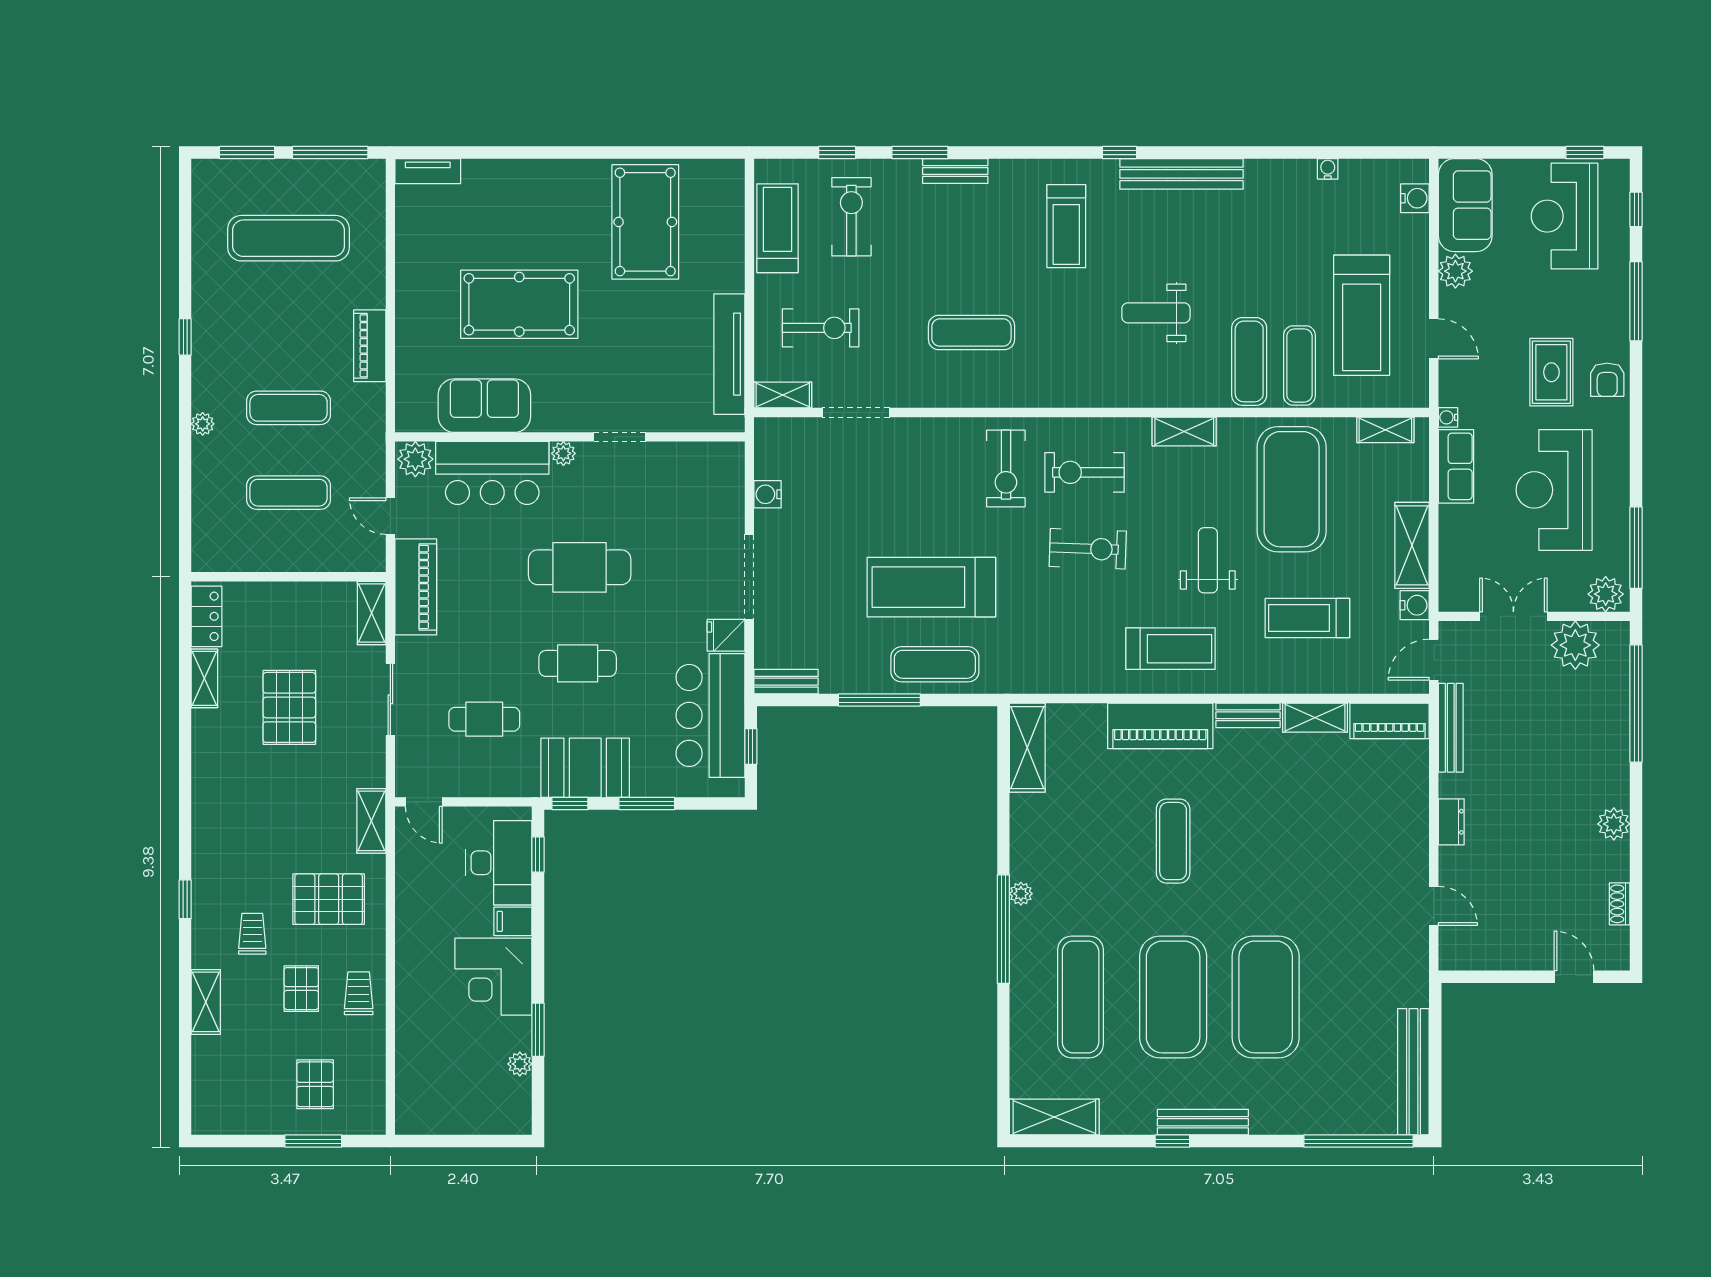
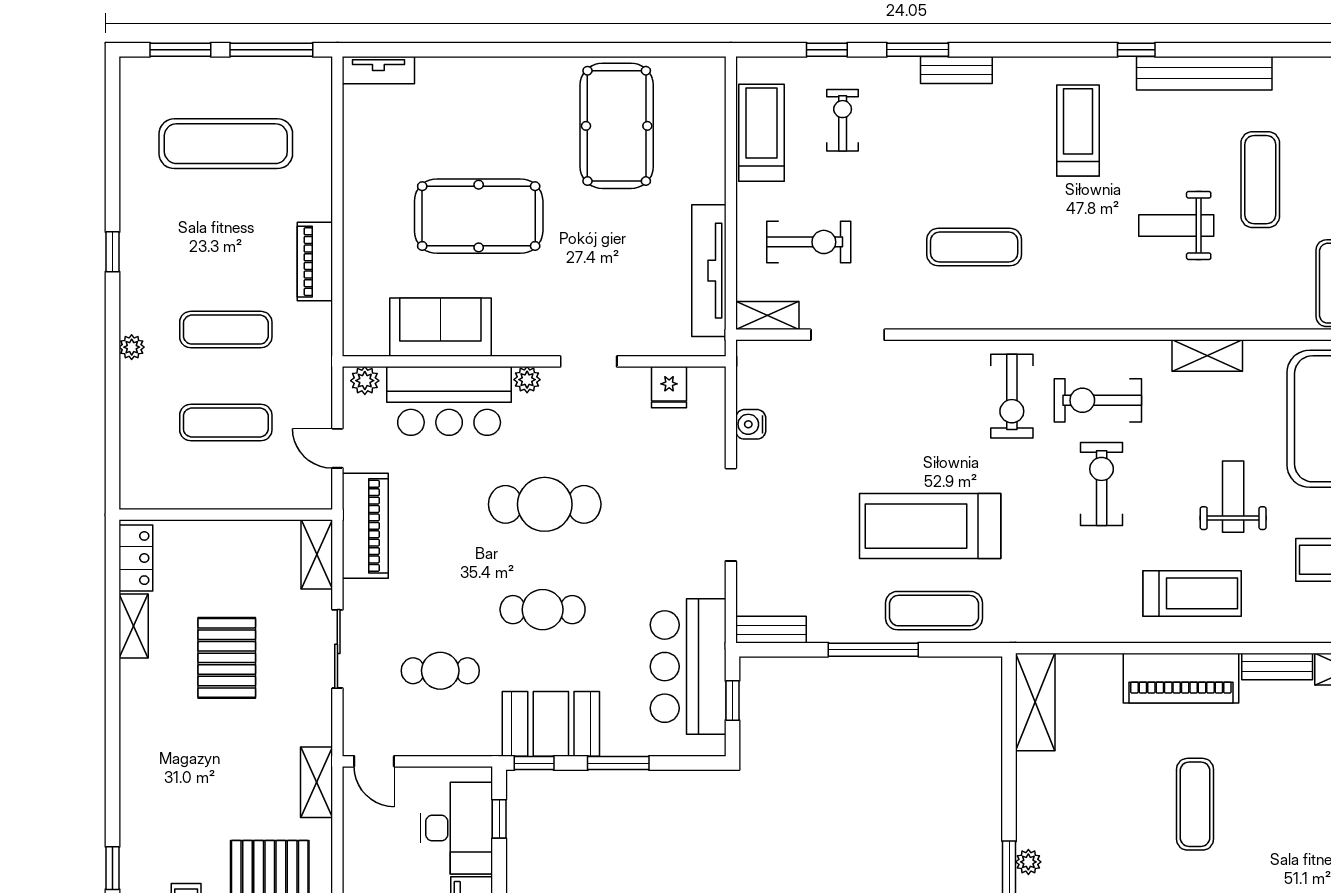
exercise bike: (851, 217) -> (843, 120), width x0.73, depth x0.72
treadmill: (1066, 226) -> (1078, 130), turned 180
exercise mat: (1249, 361) -> (1260, 180), moved
plant: (415, 459) -> (365, 381), width x0.73, depth x0.73
exercise bike: (1088, 549) -> (1102, 484), turned -92
fridge: (726, 635) -> (669, 387), moved, turned -90

